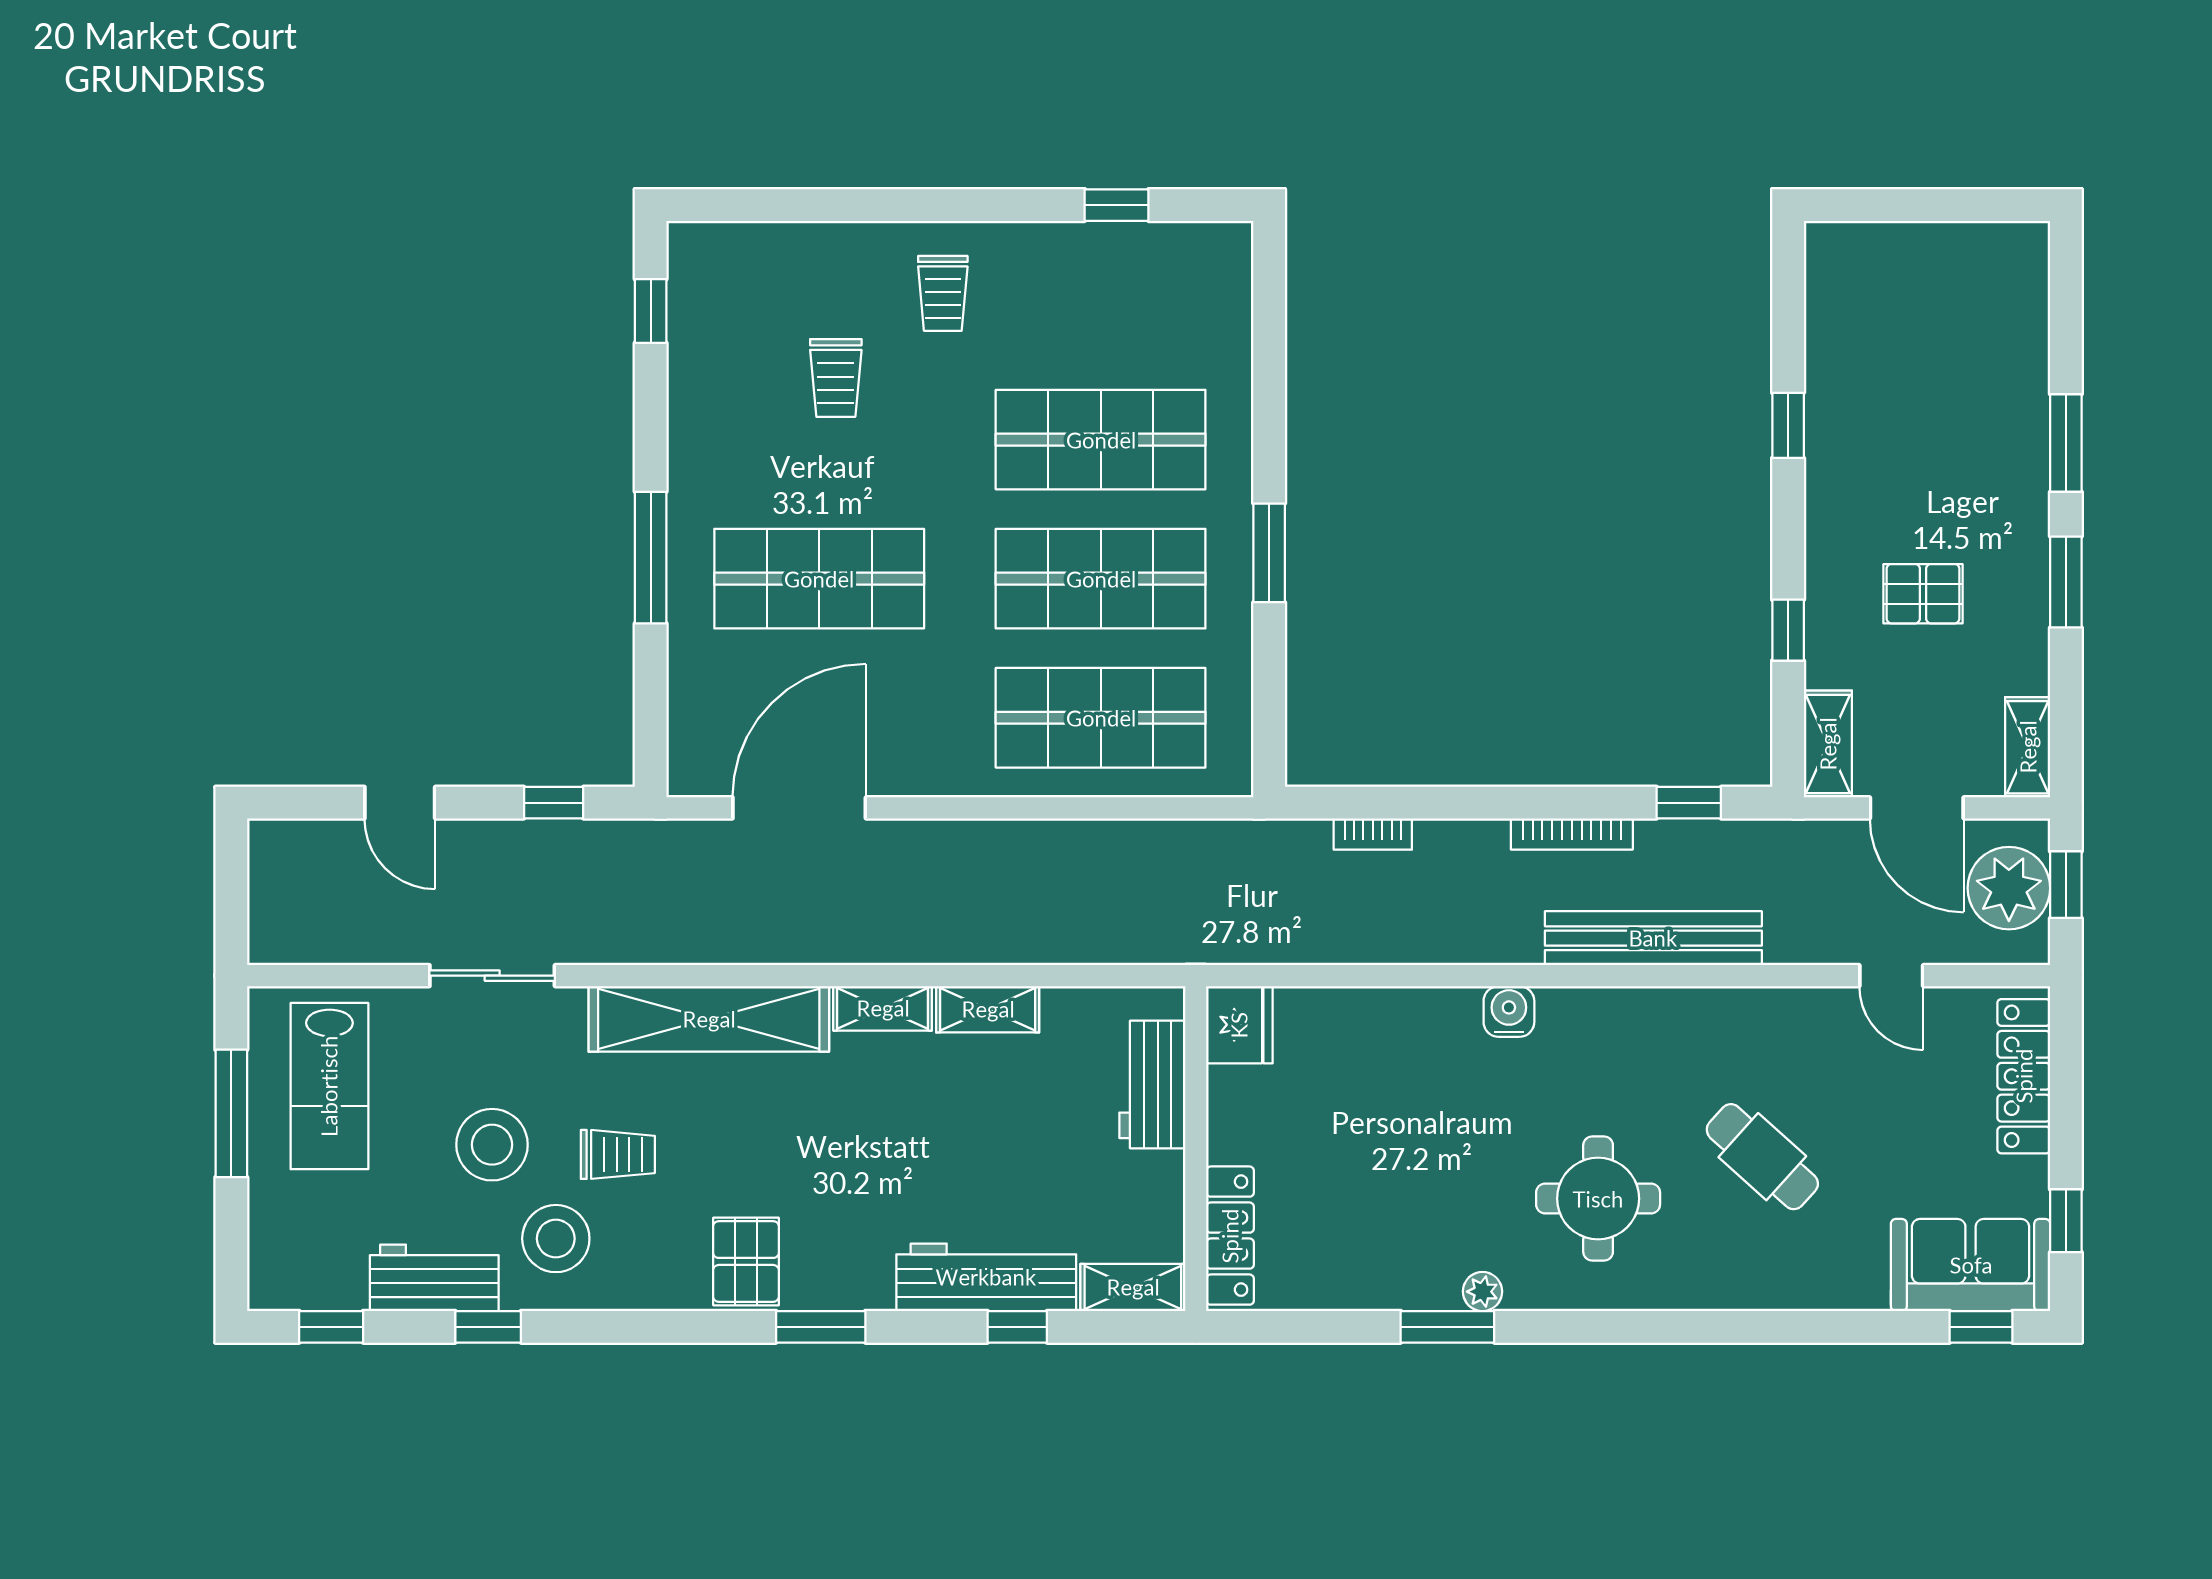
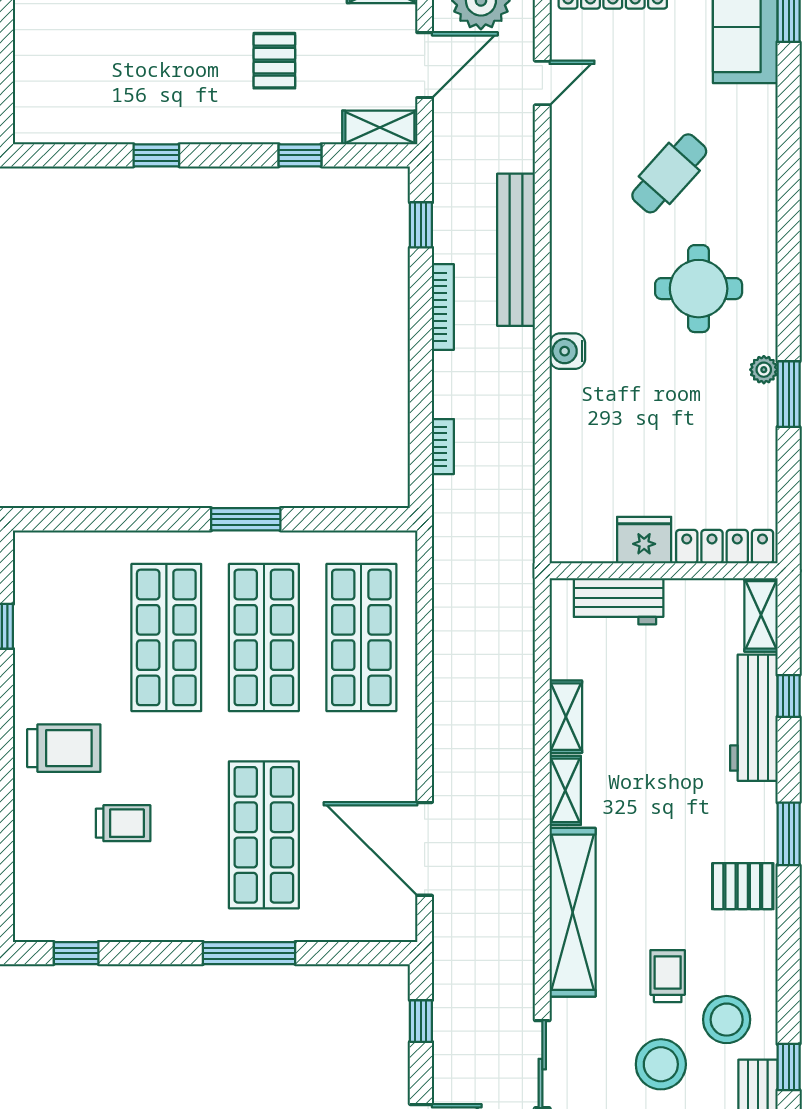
trolley: (943, 293) -> (64, 748), width x1.36, depth x1.39
fridge: (1239, 1025) -> (644, 540), moved

